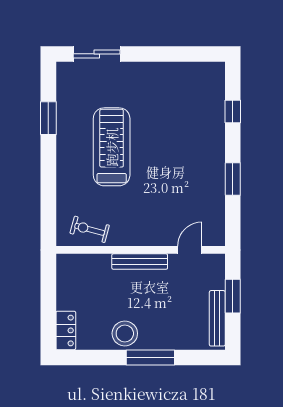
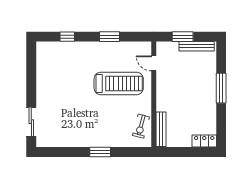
window: (48, 118) -> (100, 152), moved
treadmill: (112, 147) -> (119, 84), moved, turned 180
bench: (140, 262) -> (161, 129), moved
stool: (125, 333) -> (206, 104), removed

